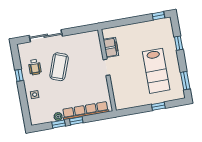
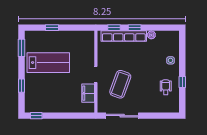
sliding door: (46, 36) -> (122, 116), moved
coffee table: (59, 67) -> (120, 84), moved
lab bench: (156, 71) -> (48, 63), turned 90
window: (59, 124) -> (114, 28), moved

